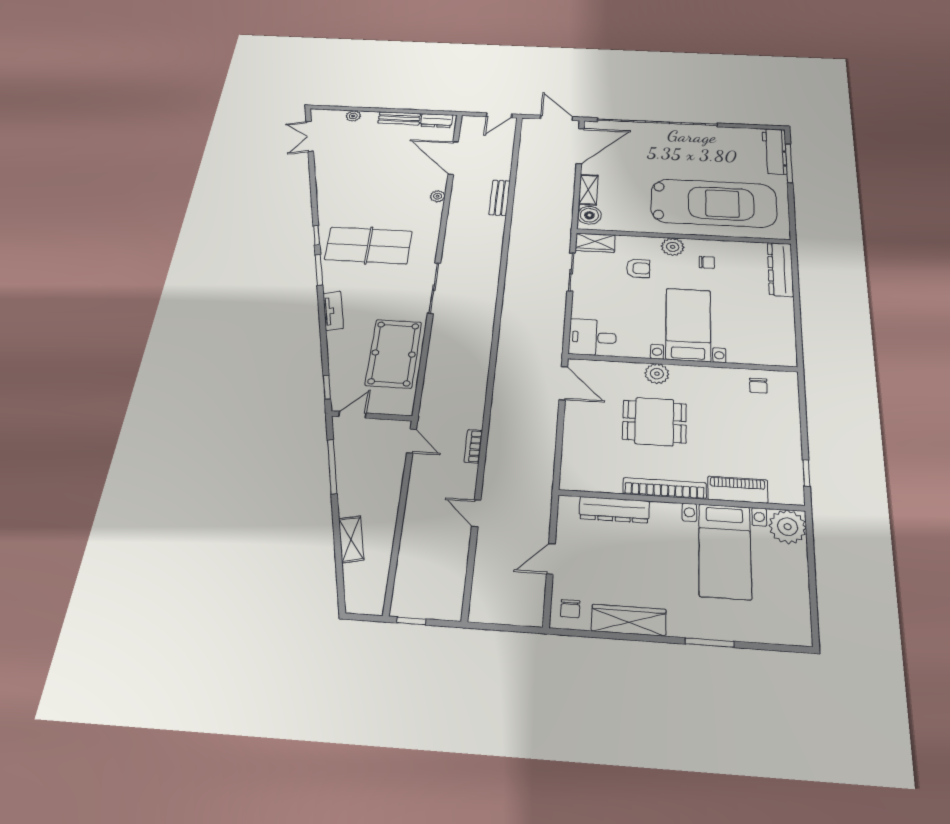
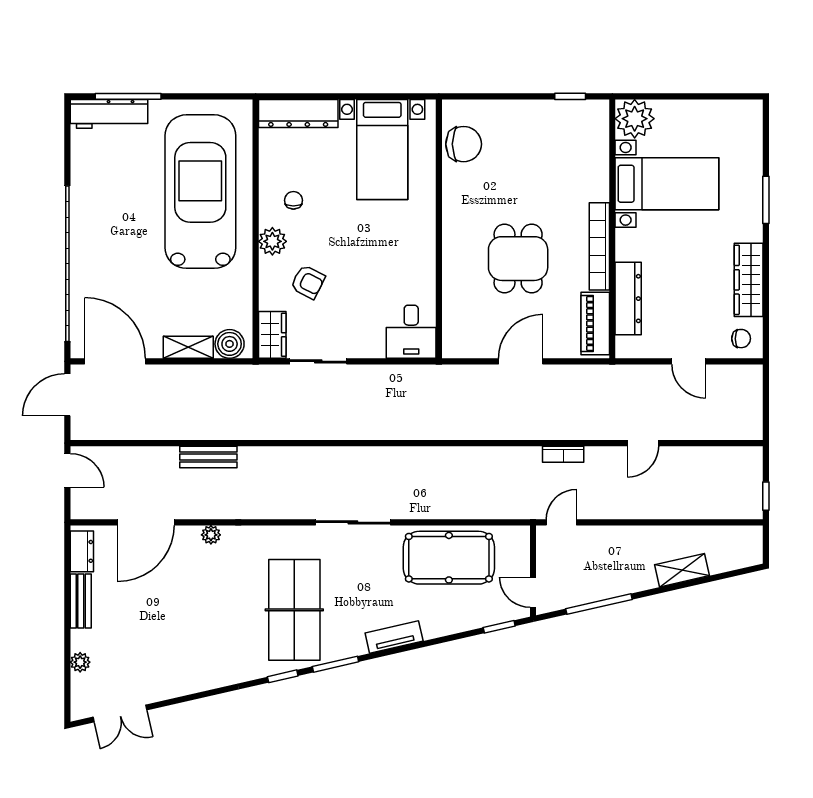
armchair: (638, 268) -> (308, 282), turned 117
bed with nightstands: (688, 325) -> (382, 149), moved, turned -90
plant: (657, 374) -> (456, 257), removed
door: (563, 383) -> (521, 361), moved
chair: (758, 386) -> (464, 144), width x1.87, depth x1.87
piano: (738, 490) -> (595, 324), moved

